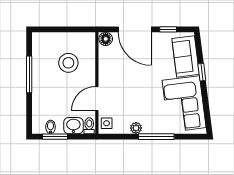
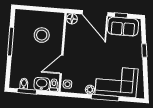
sofa: (186, 56) -> (123, 27), moved, turned -83
corner sofa: (184, 104) -> (117, 82), moved, turned 97

